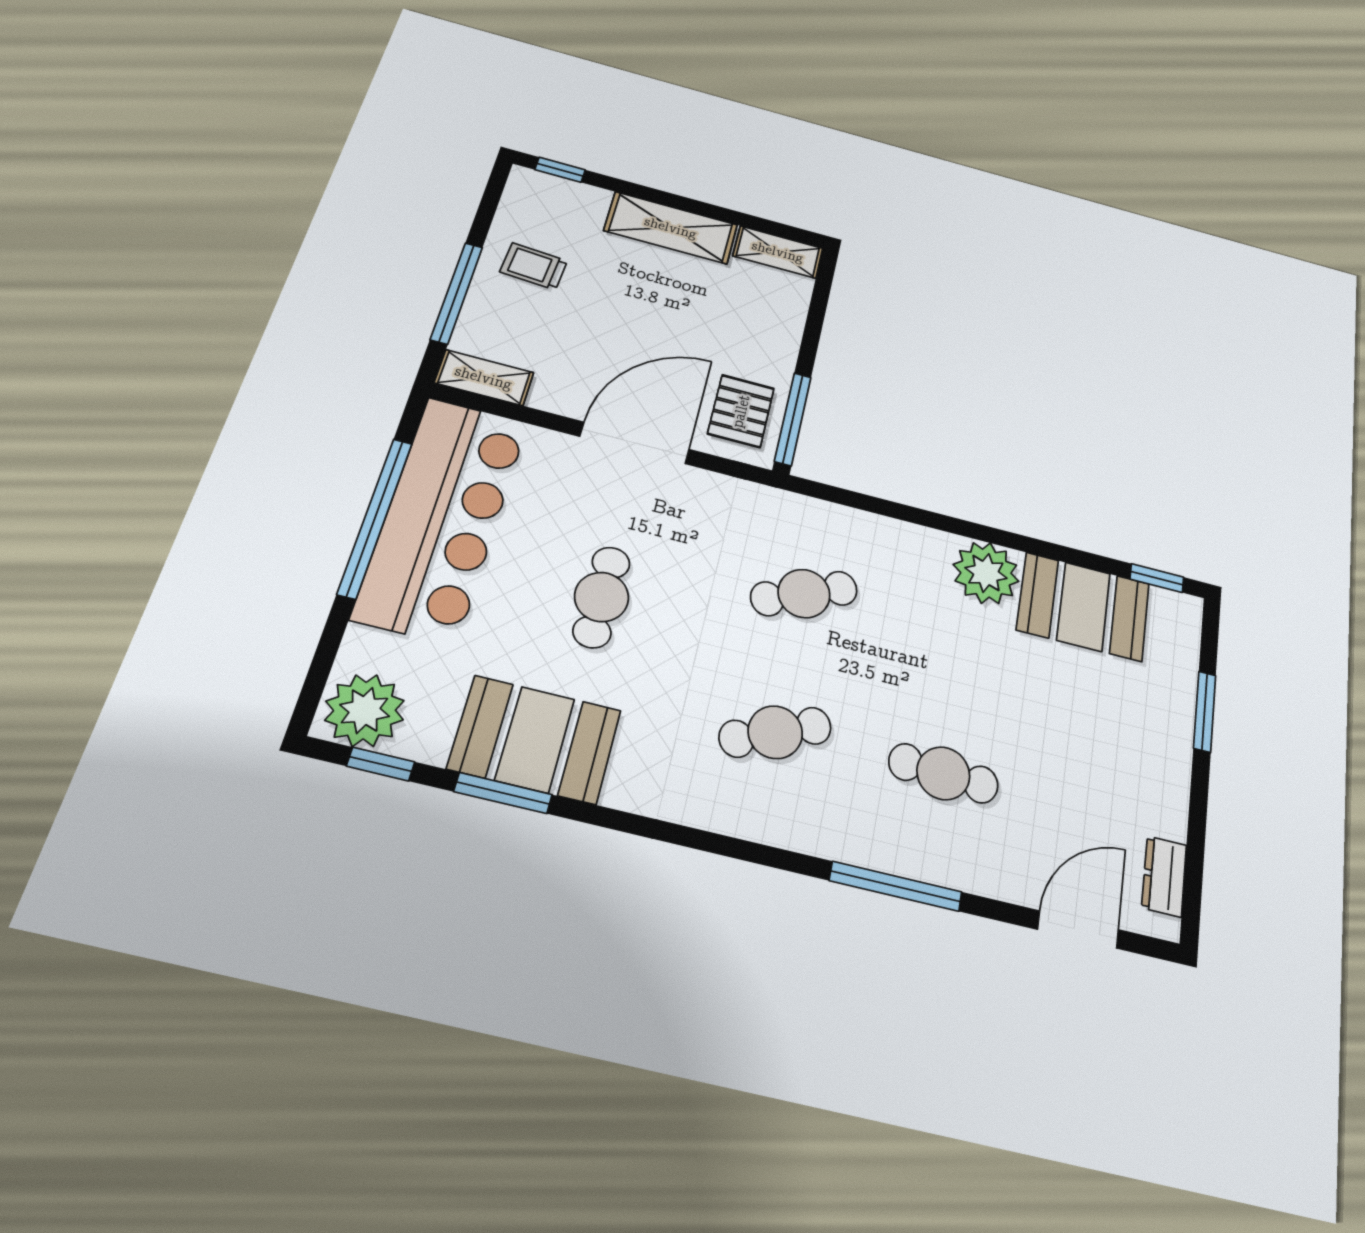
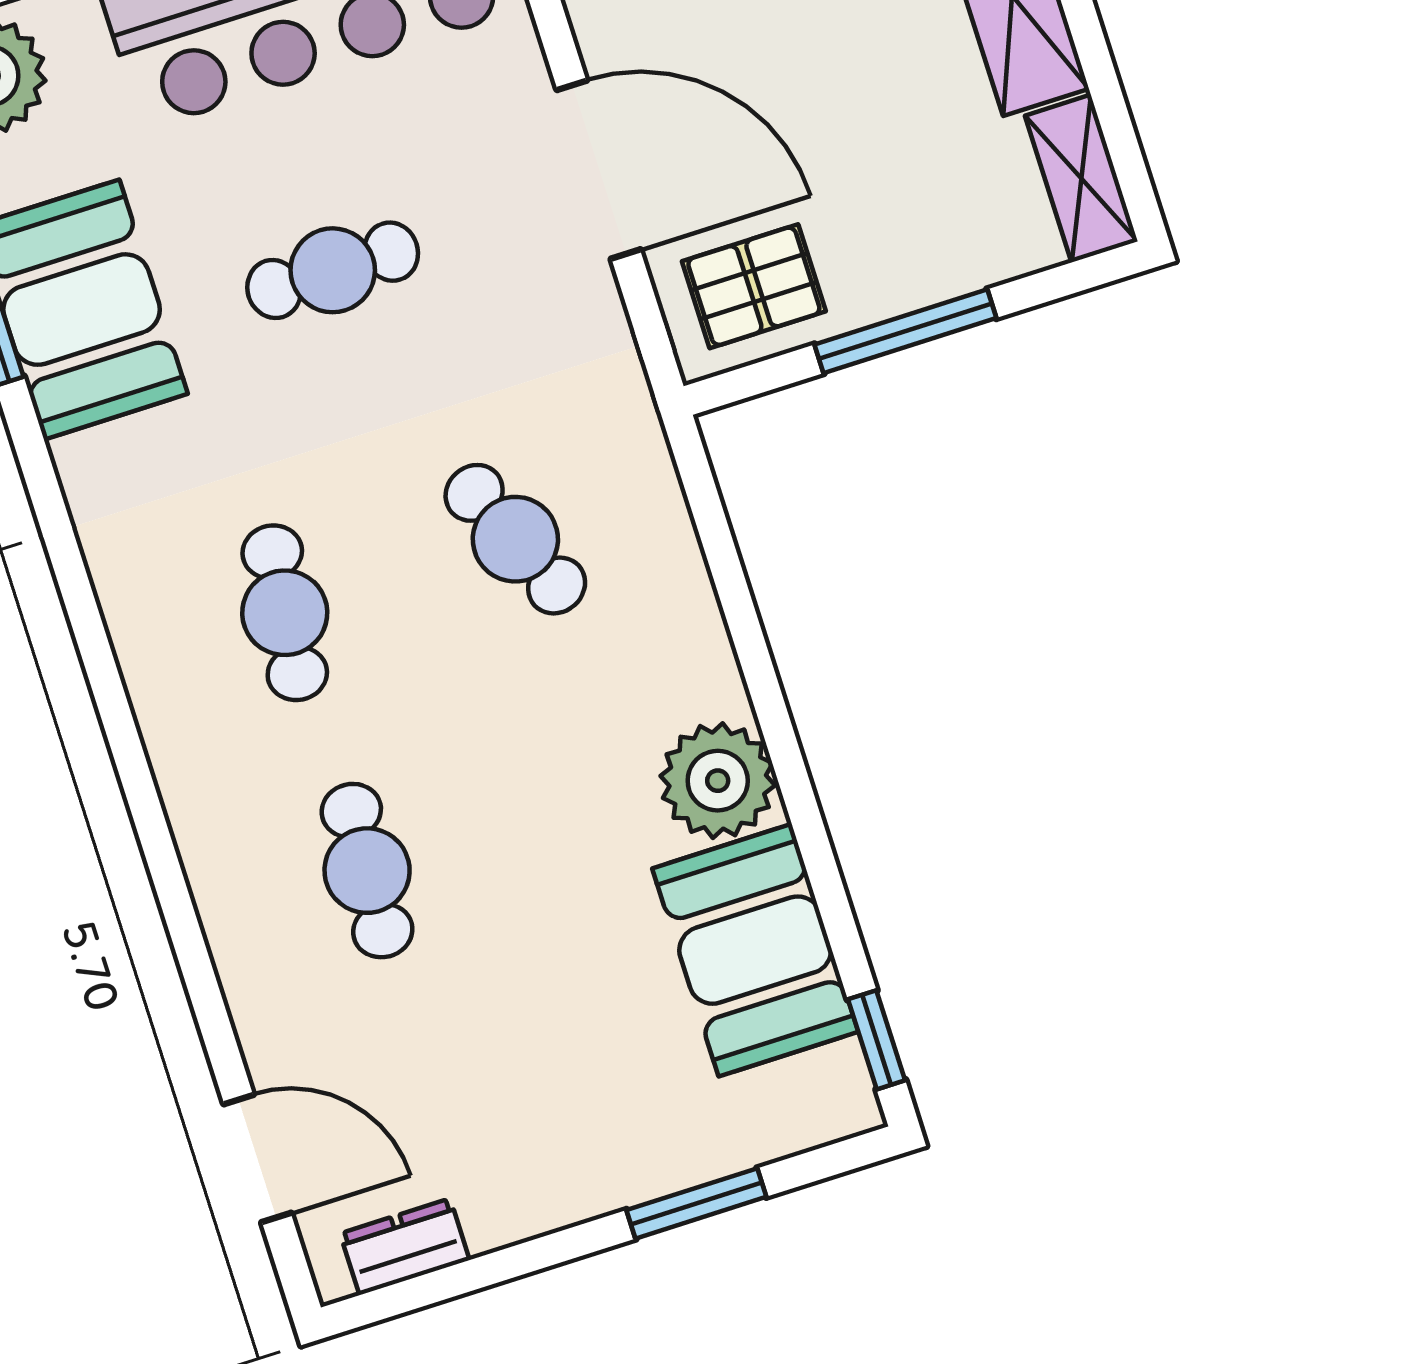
window: (793, 419) -> (905, 331), moved
cafe table: (775, 732) -> (285, 613), turned 30
window: (896, 886) -> (170, 885), removed

